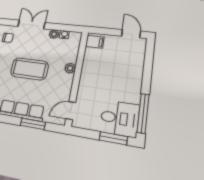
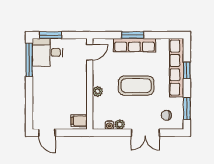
window: (33, 124) -> (133, 35), moved

